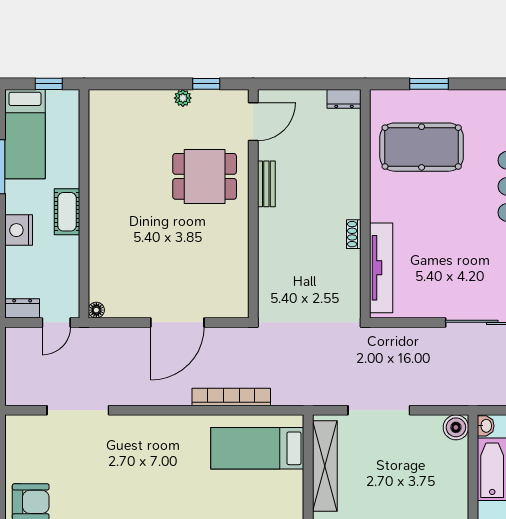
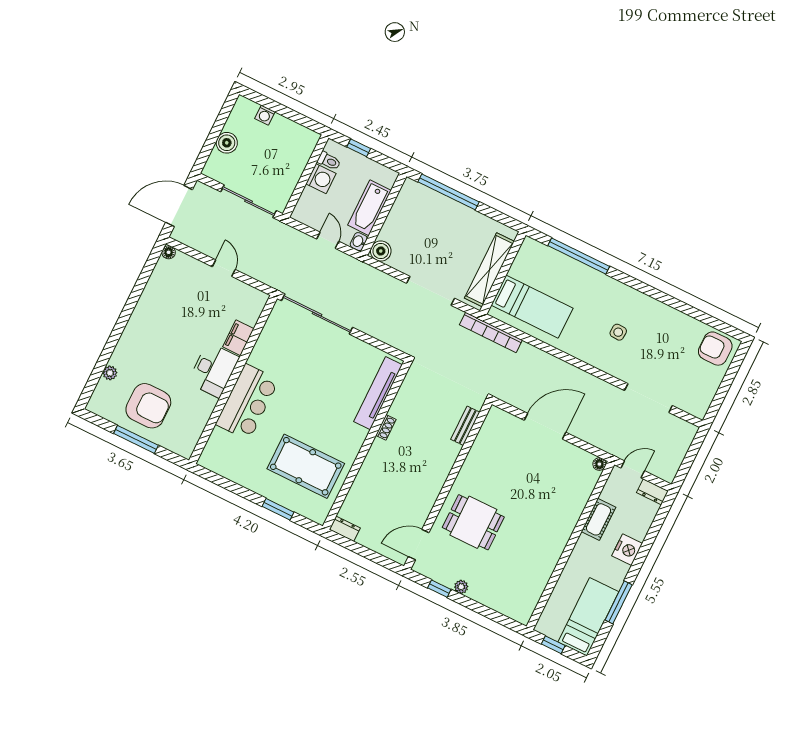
bench: (266, 184) -> (465, 426), moved
cot: (67, 212) -> (599, 519), moved
bookcase: (231, 397) -> (491, 332), moved
side table: (148, 467) -> (618, 332), added

